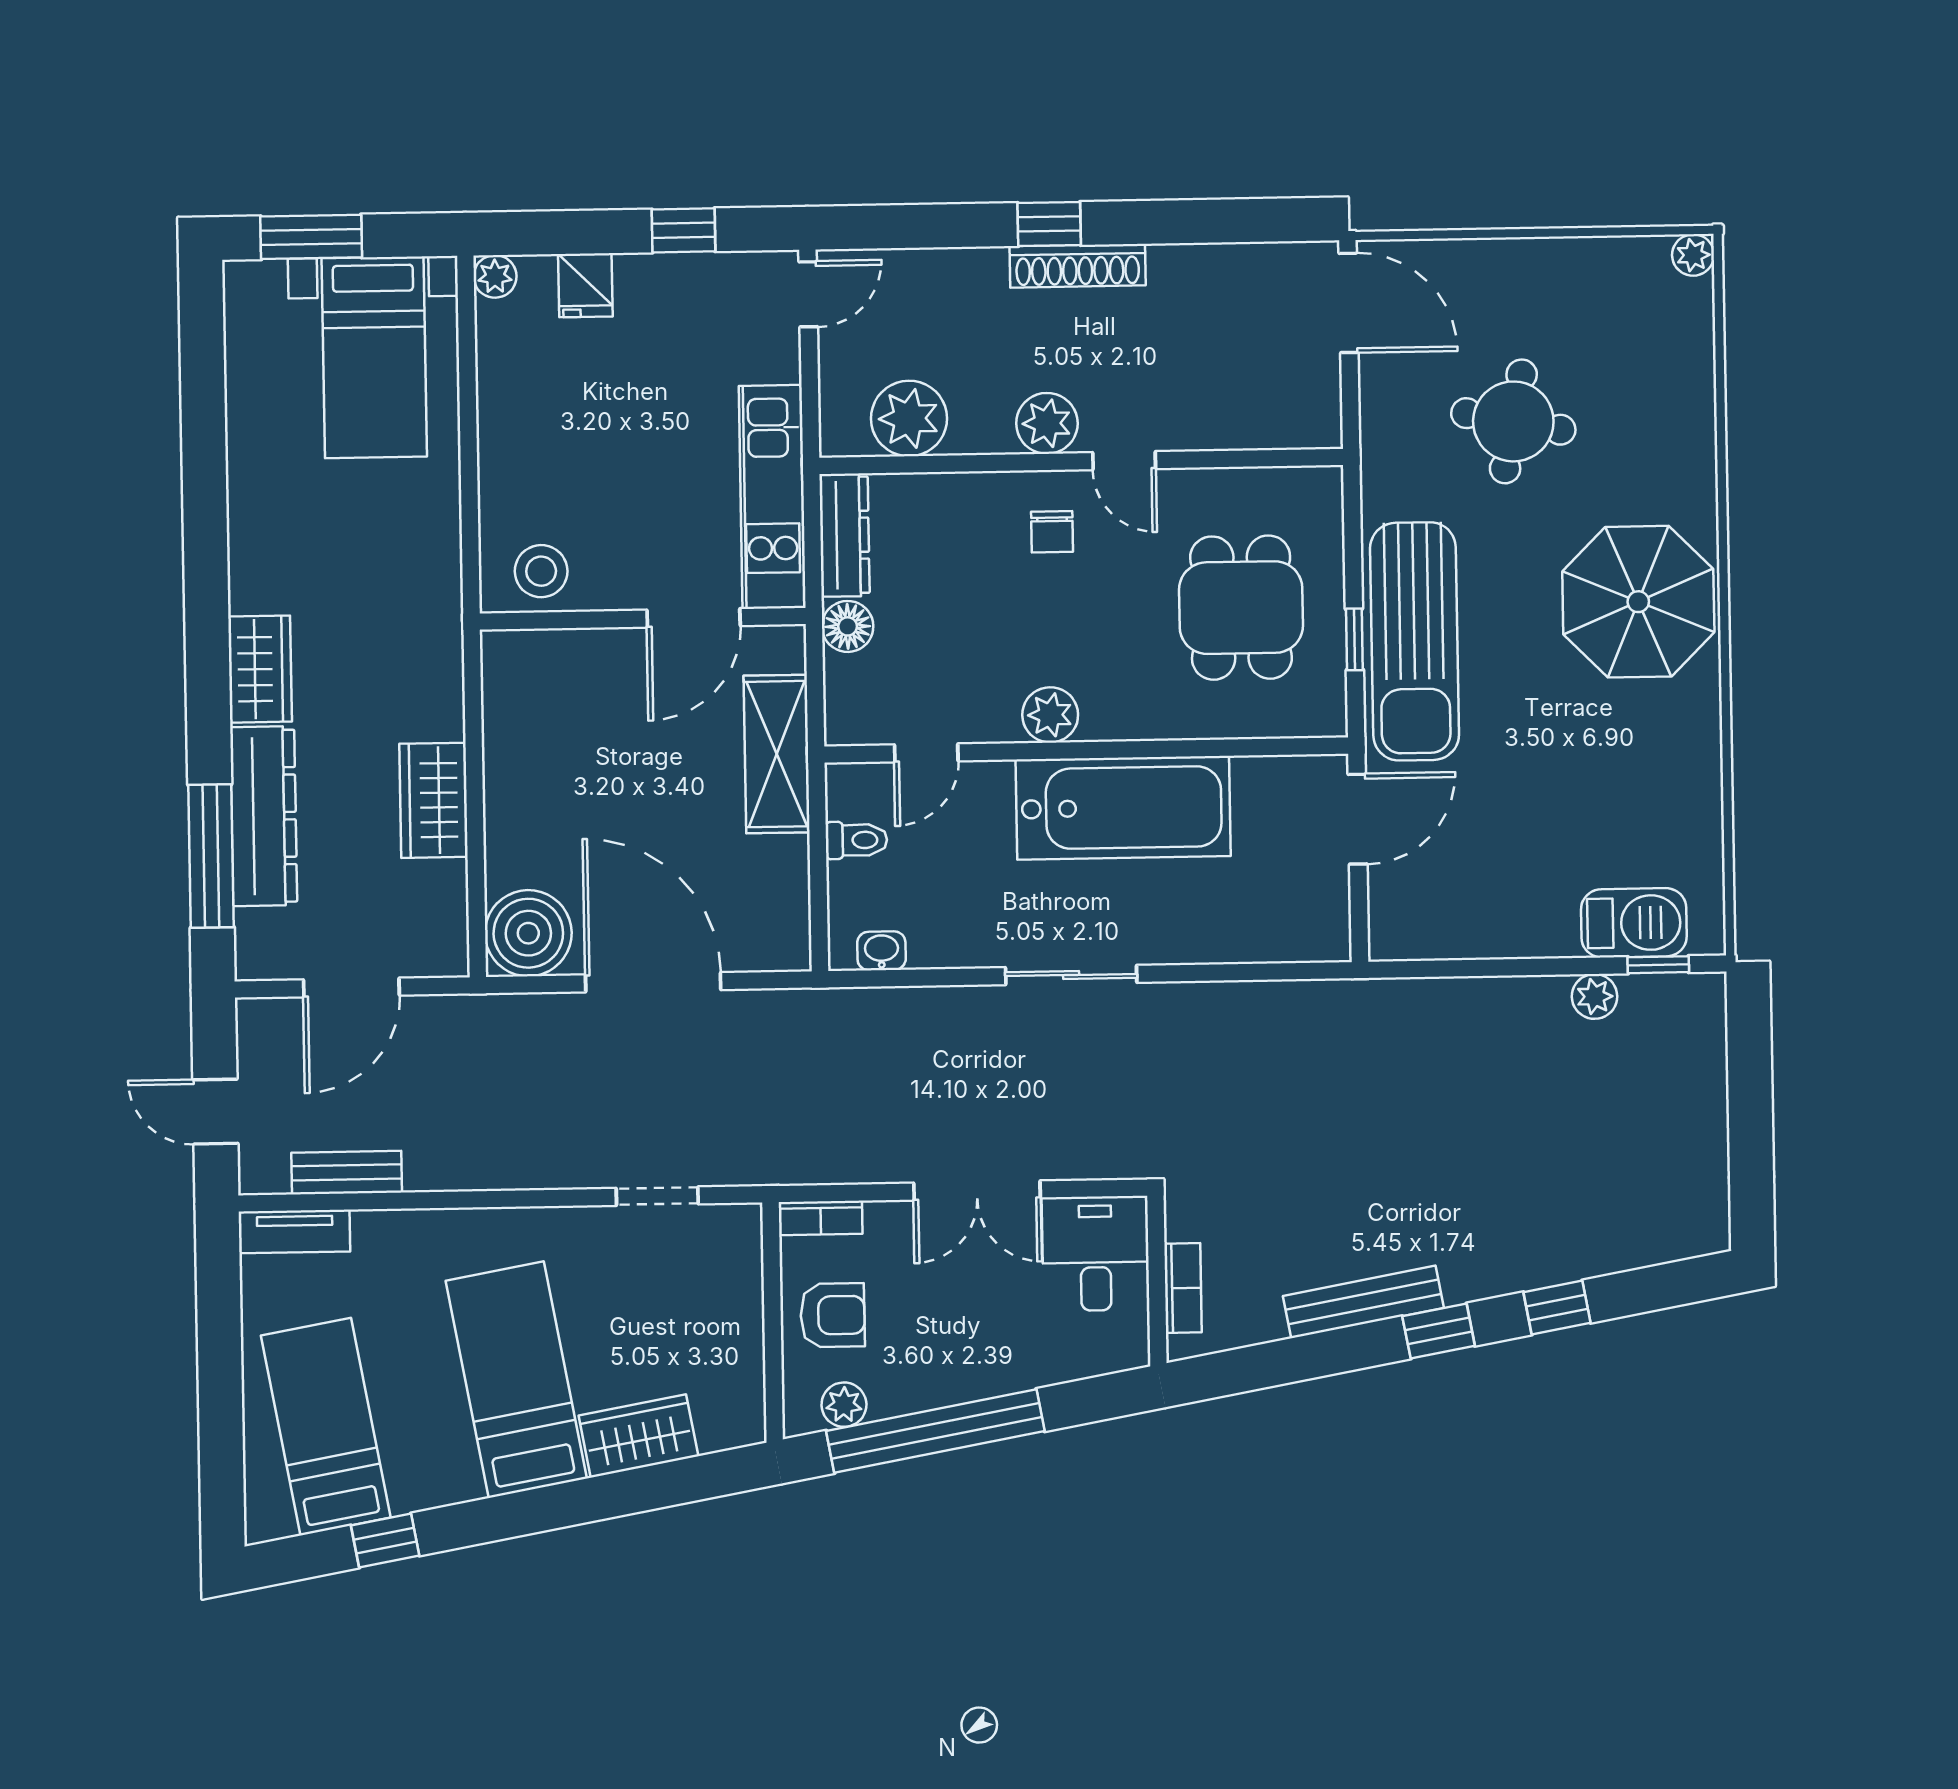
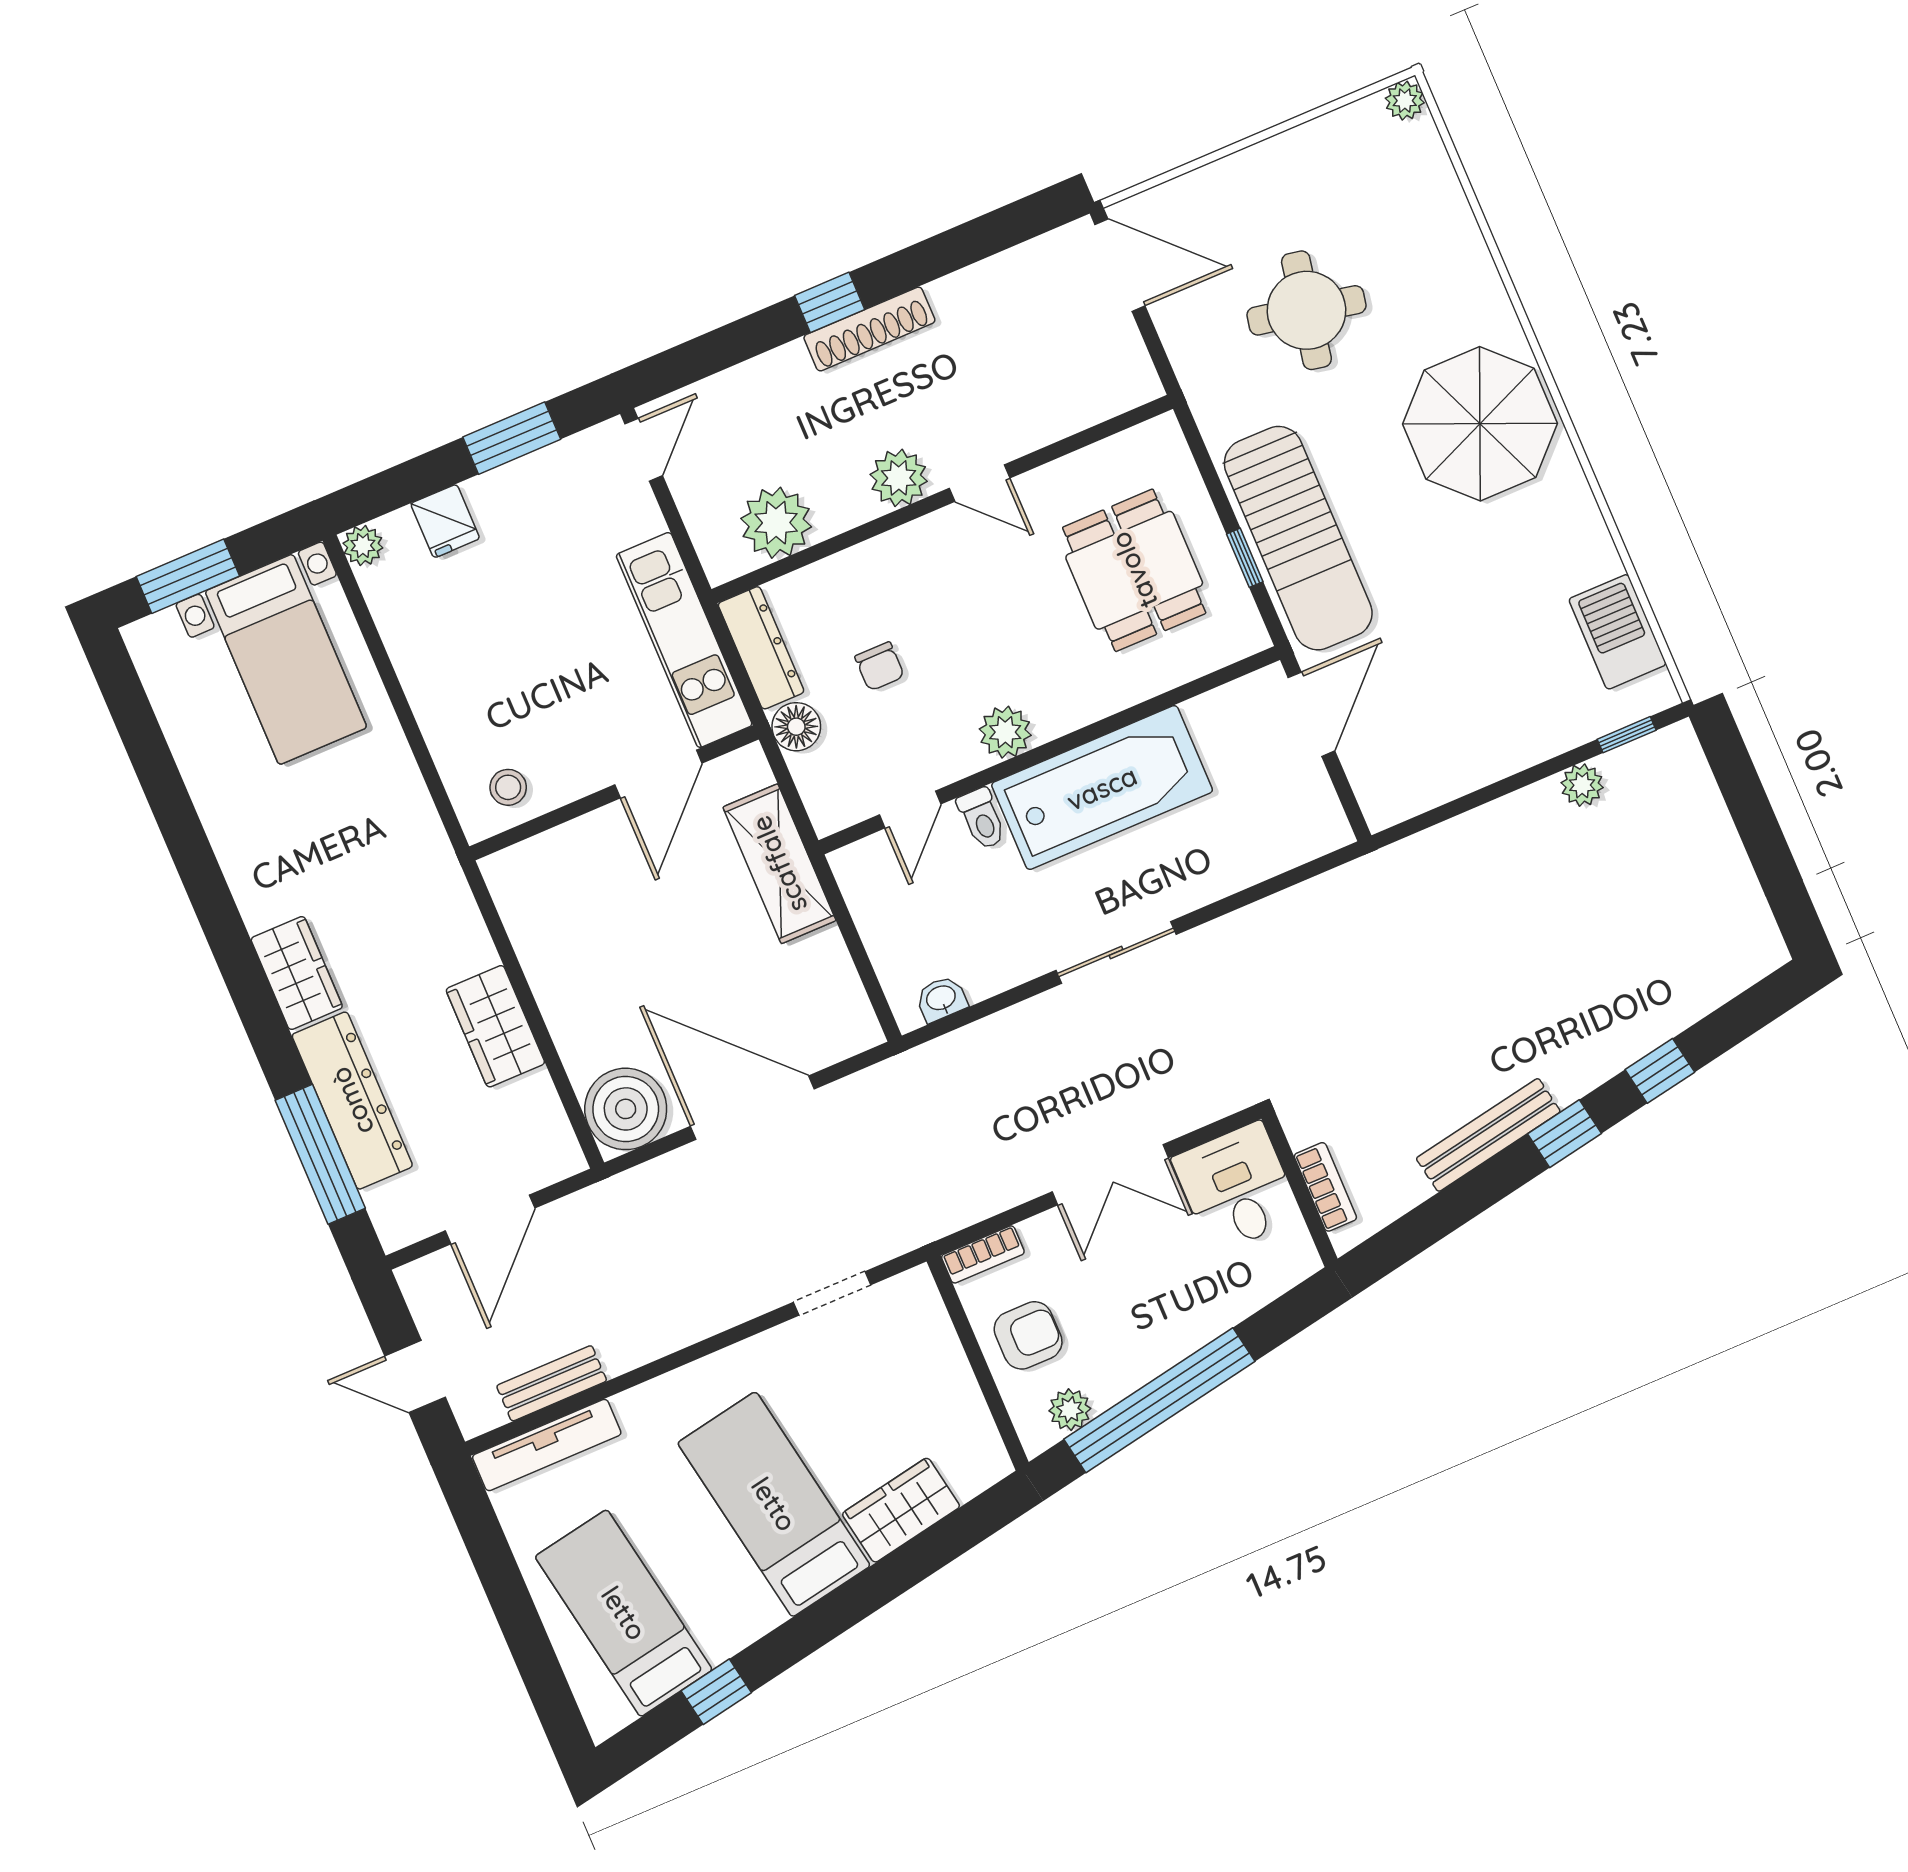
window: (684, 230) -> (512, 438), width x1.50
chair: (1052, 532) -> (880, 666), moved
stool: (541, 571) -> (508, 787), width x0.73, depth x0.73
toilet: (856, 840) -> (982, 819), moved, turned 90
barbecue: (1634, 923) -> (1617, 632), moved, turned -90
tv unit: (295, 1231) -> (547, 1445), width x1.41

